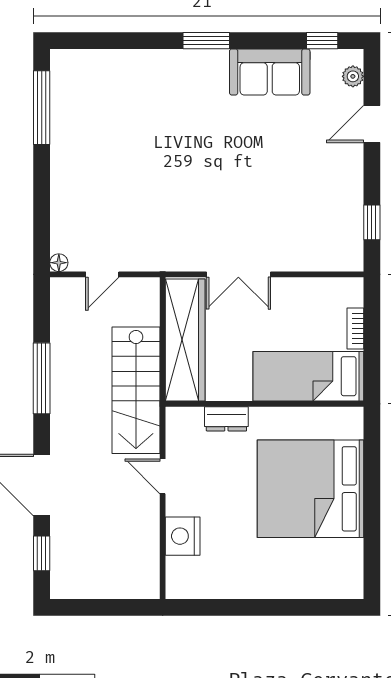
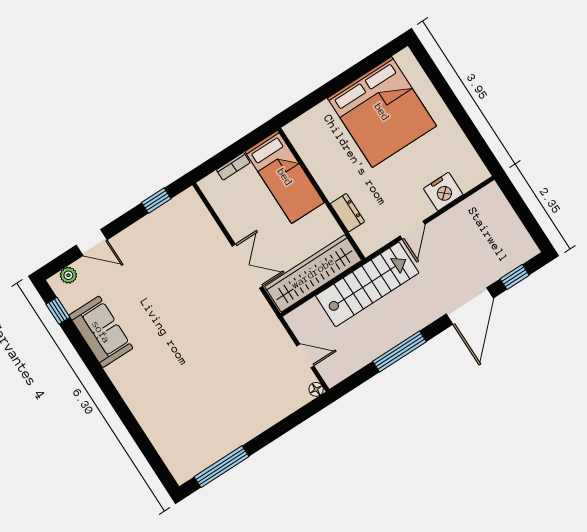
window: (206, 41) -> (107, 387), removed
bed: (310, 489) -> (382, 112), moved

